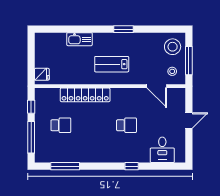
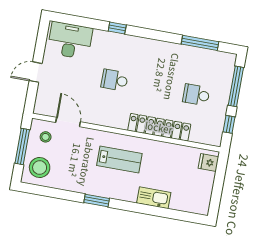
desk: (162, 150) -> (70, 40), width x1.37

